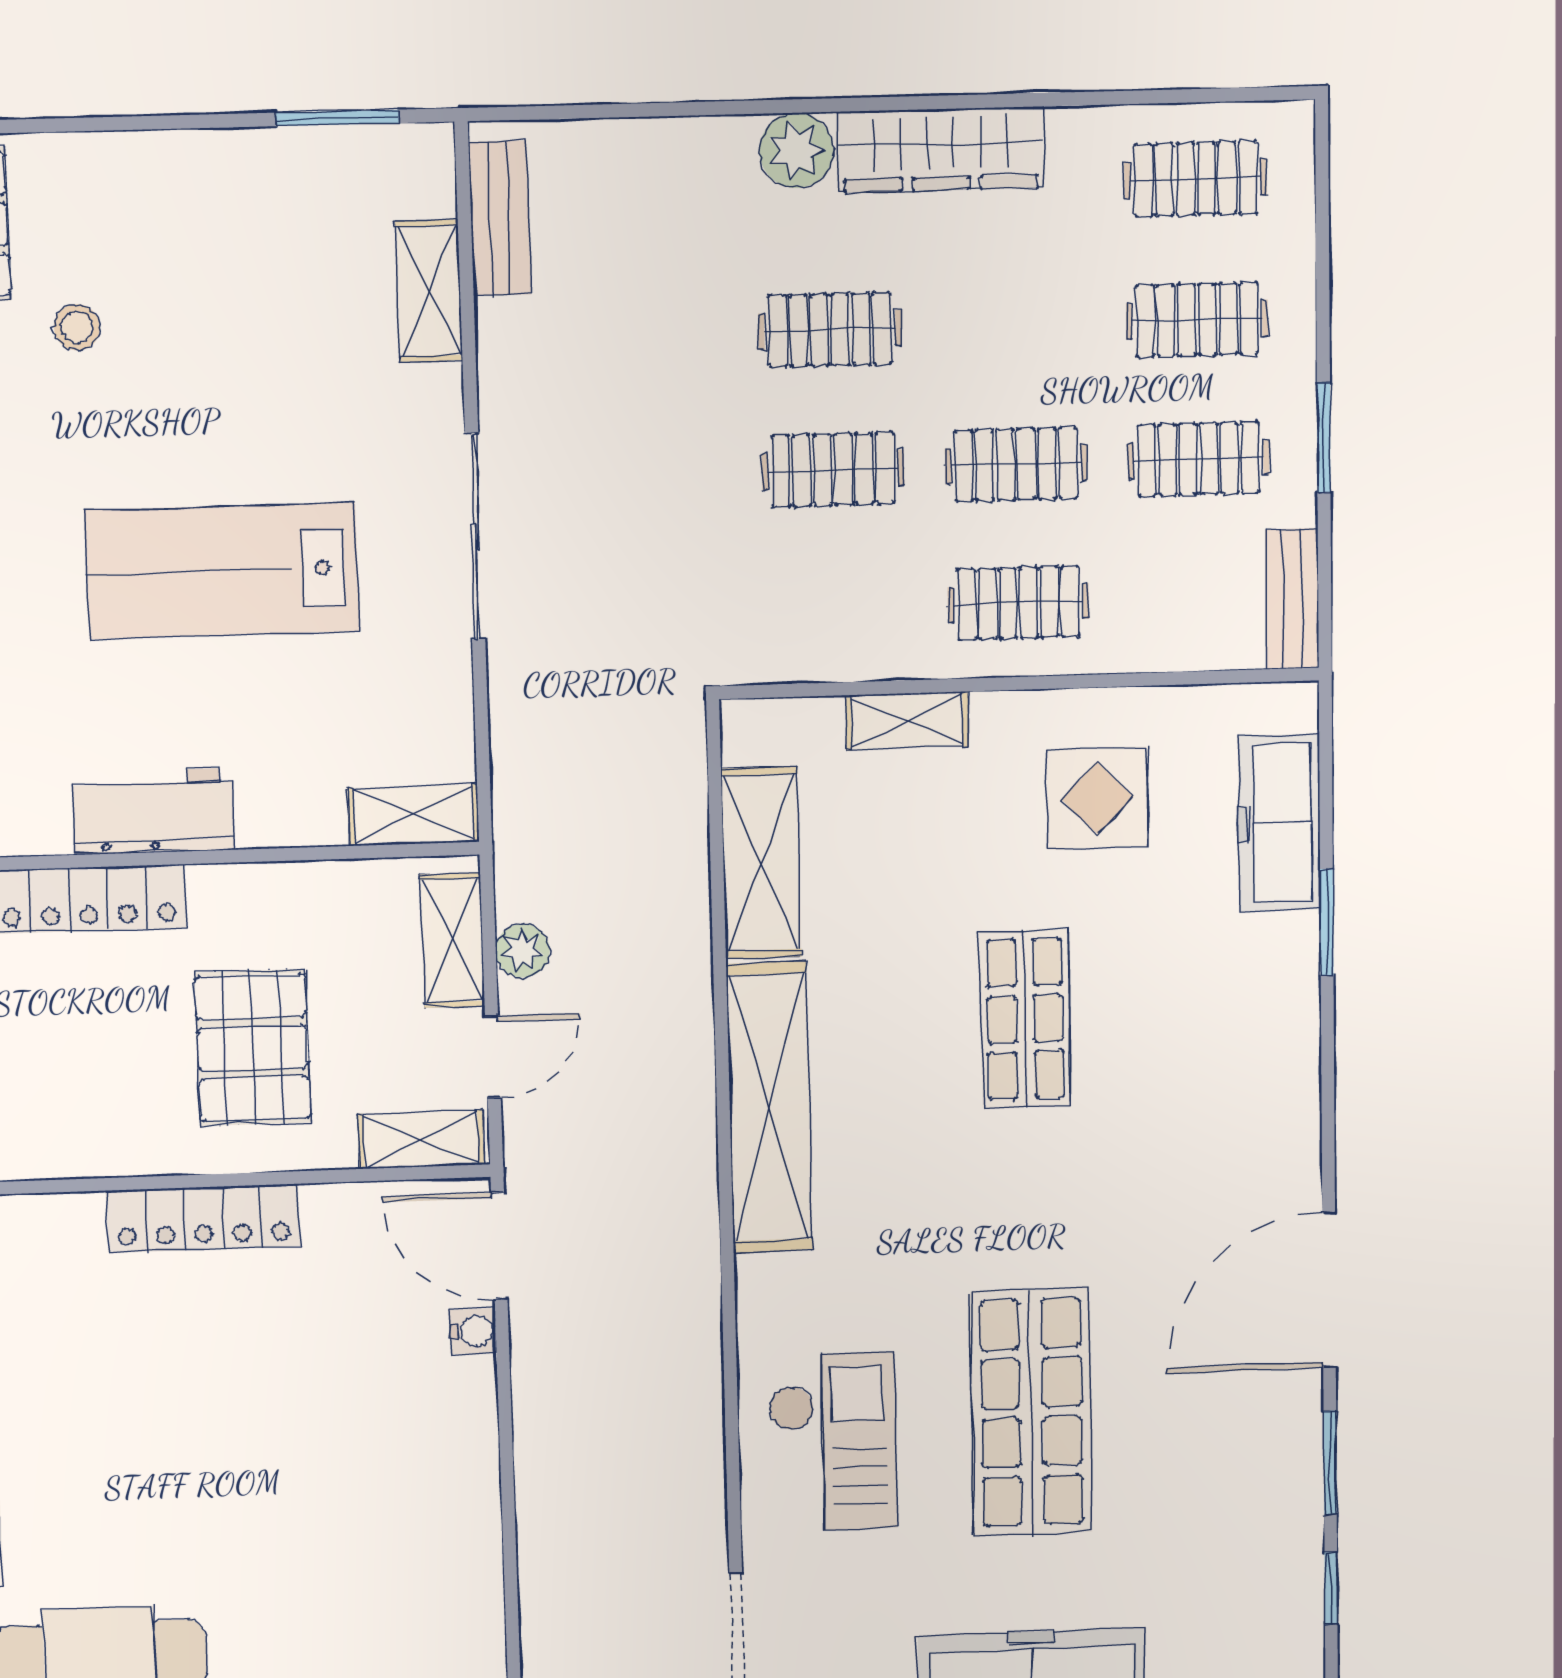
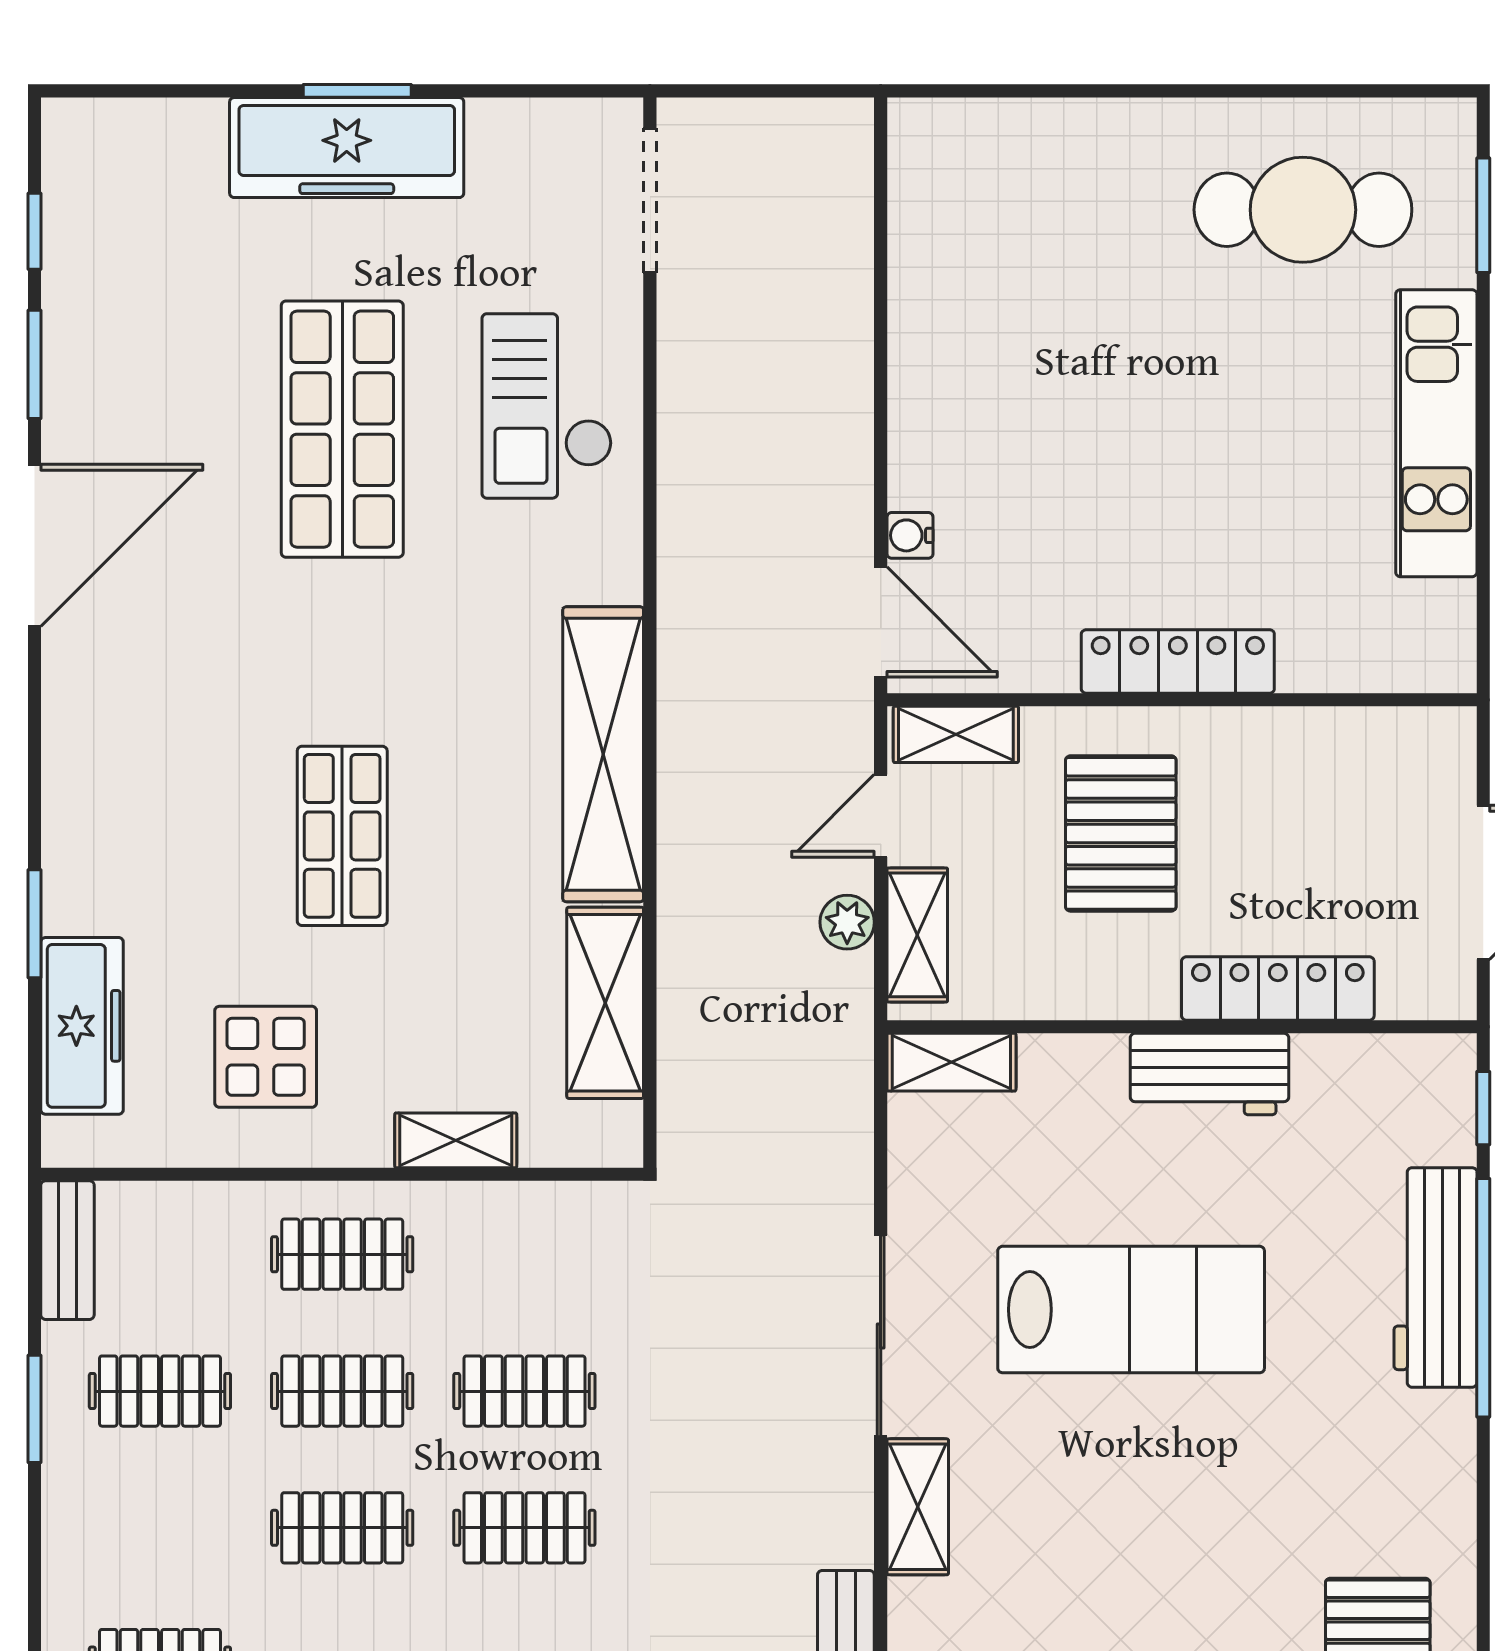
shelving: (429, 291) -> (918, 1507), moved
clothes rail: (1197, 320) -> (342, 1528), moved
stool: (77, 327) -> (1263, 1550), removed

